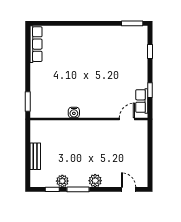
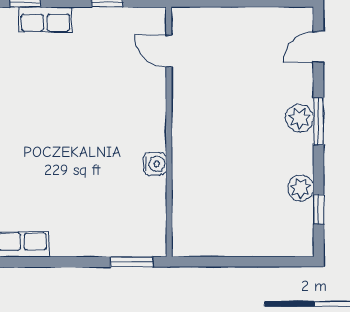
row of seats: (142, 101) -> (45, 20), moved
bench: (35, 156) -> (248, 246), removed
window: (78, 189) -> (318, 121), moved

